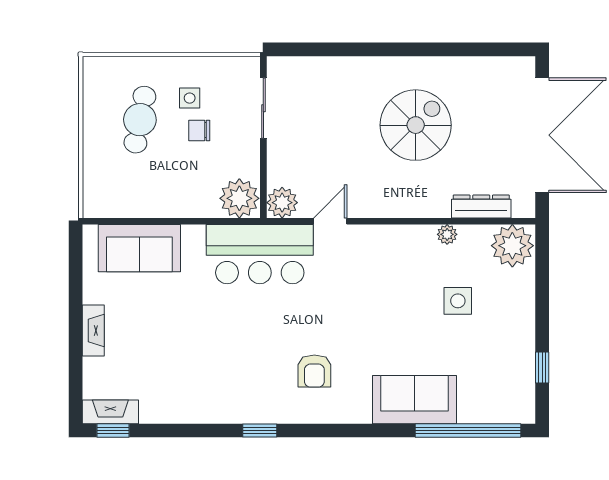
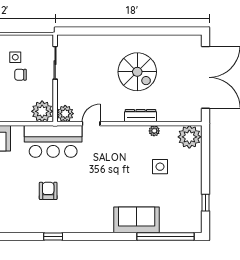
spiral stairs: (416, 125) -> (137, 72), turned 90
dresser: (481, 206) -> (141, 116), moved
armchair: (314, 371) -> (48, 191), moved, turned 180

